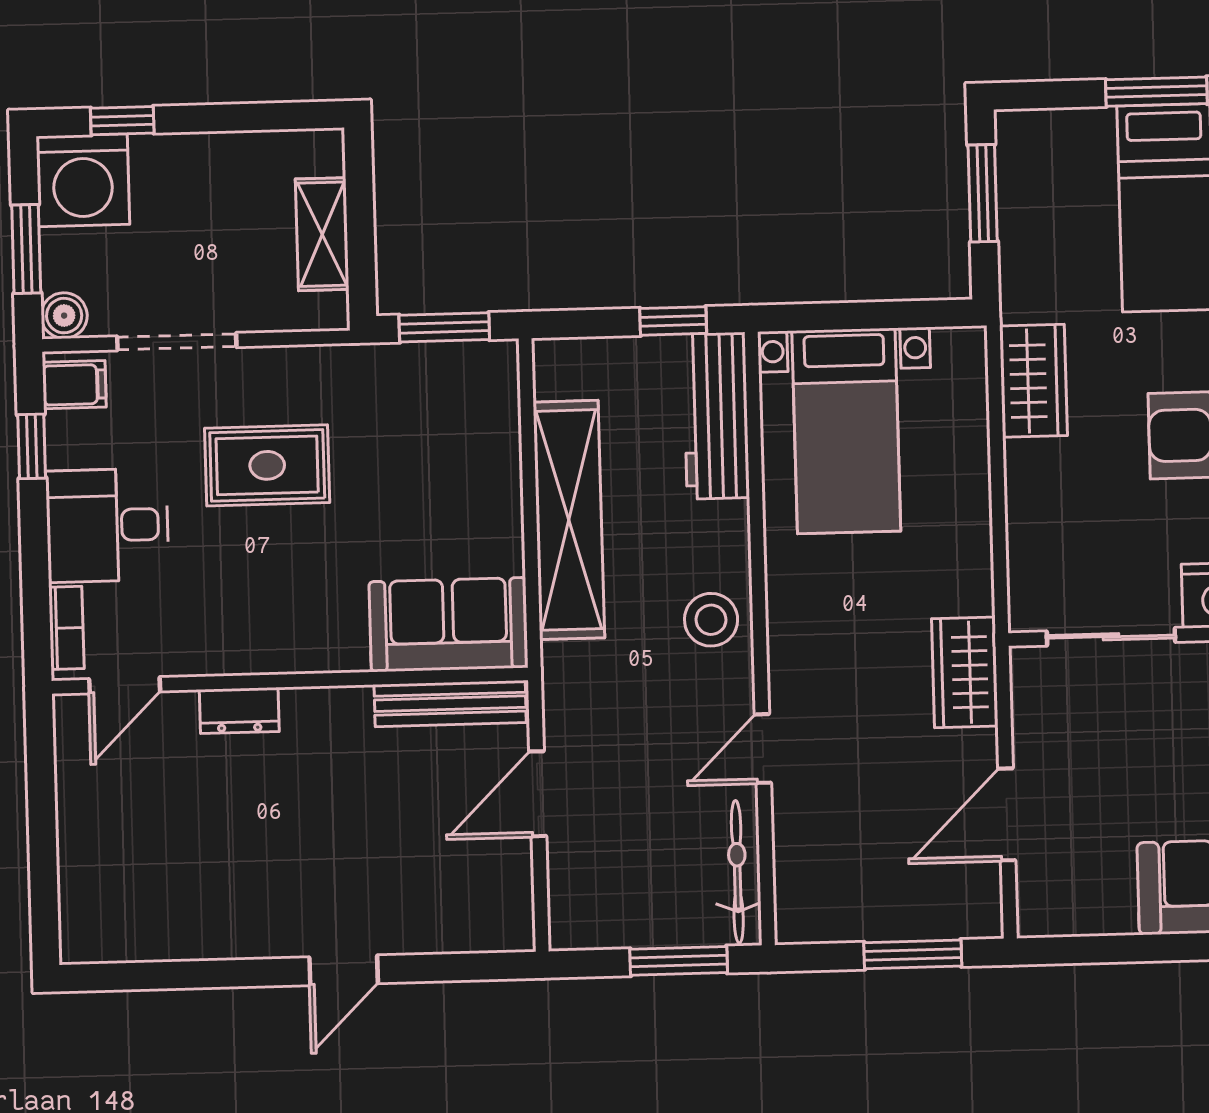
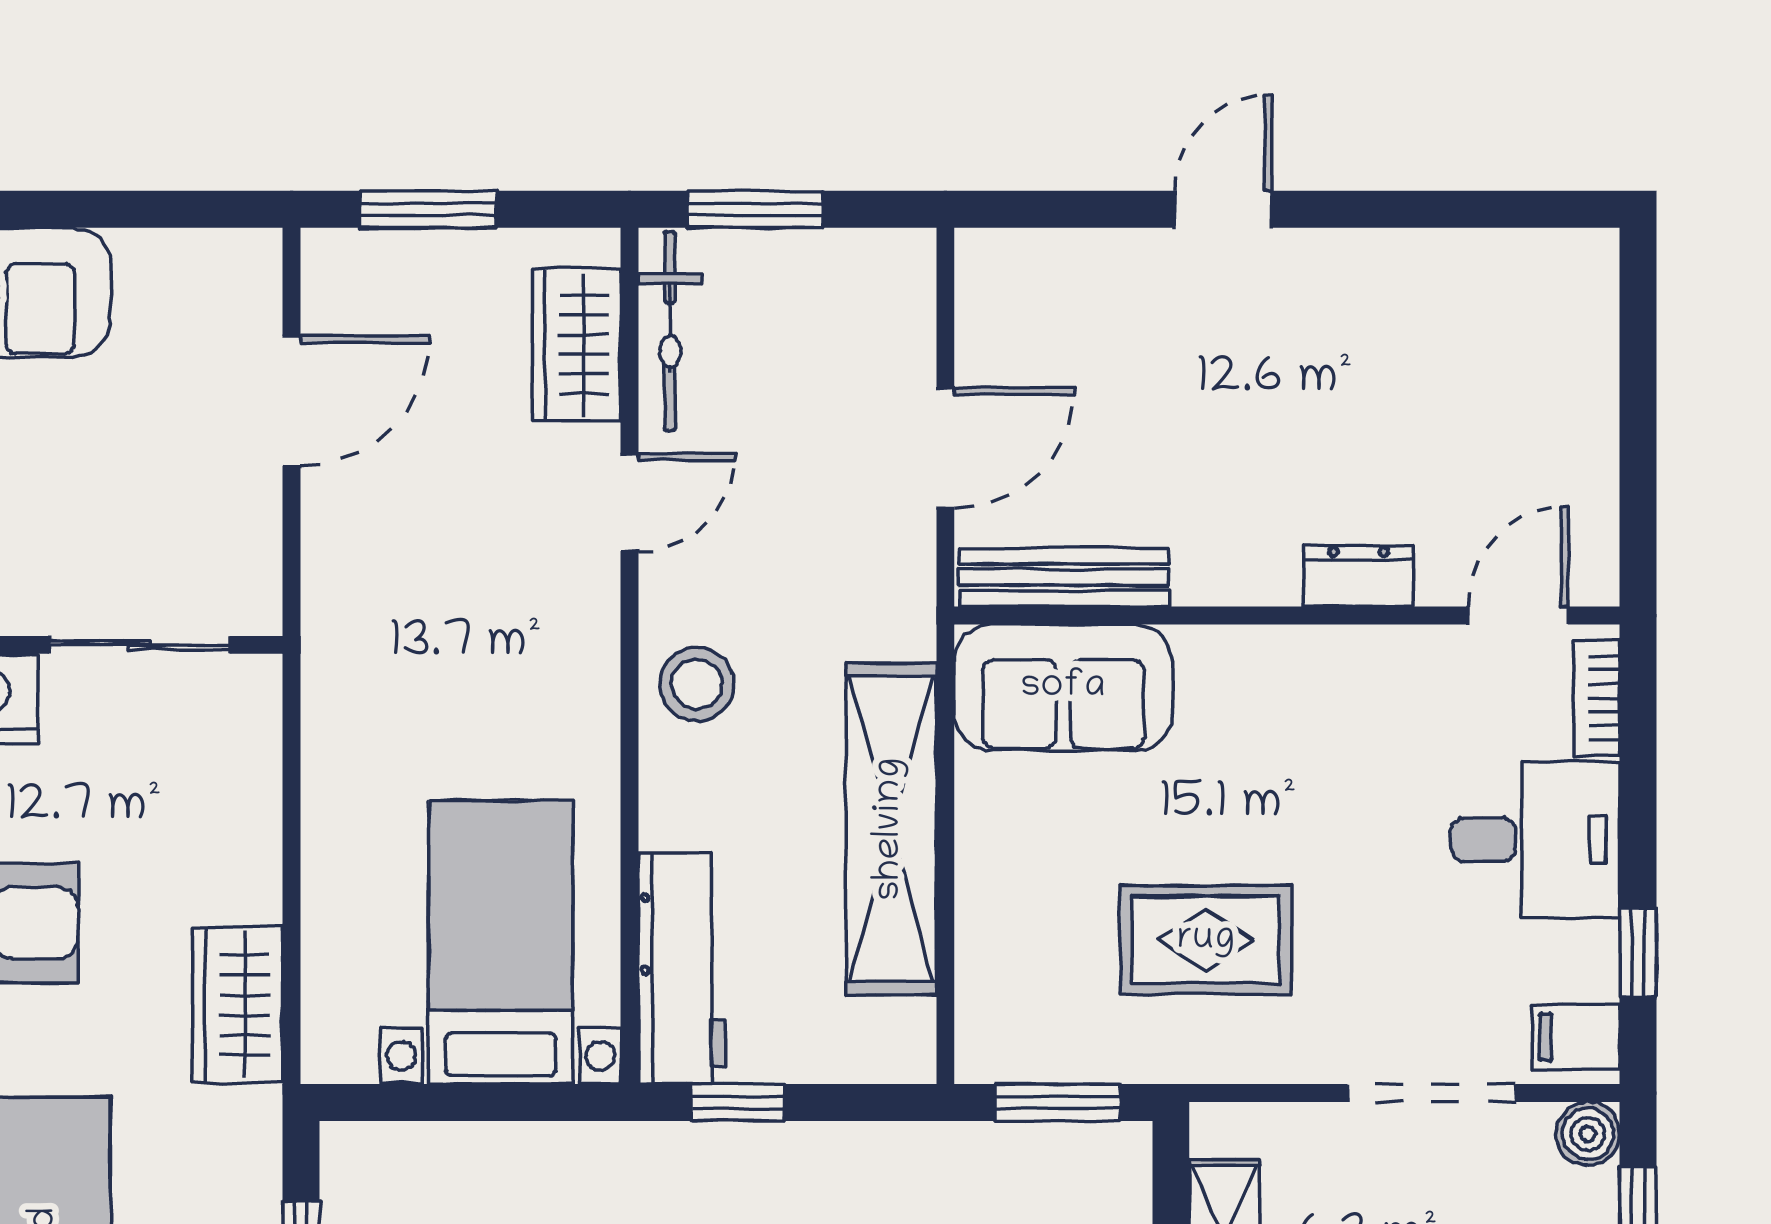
rug: (267, 465) -> (1206, 940), moved
wardrobe: (965, 672) -> (576, 345), moved, turned 180

